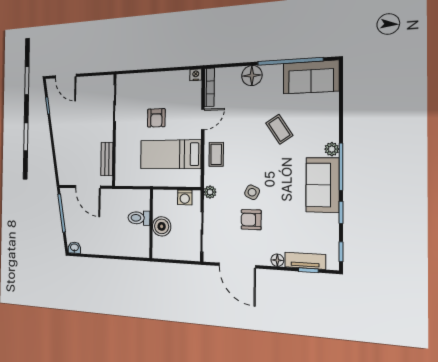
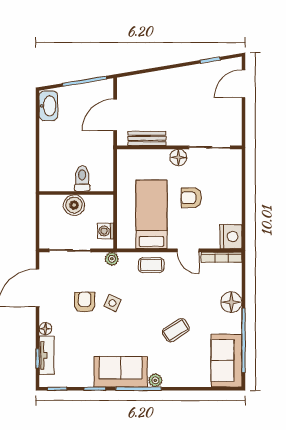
nightstand: (196, 75) -> (231, 236), width x1.89, depth x1.79
floor lamp: (122, 131) -> (178, 157), added
washbasin: (74, 248) -> (48, 106), width x1.91, depth x1.45

